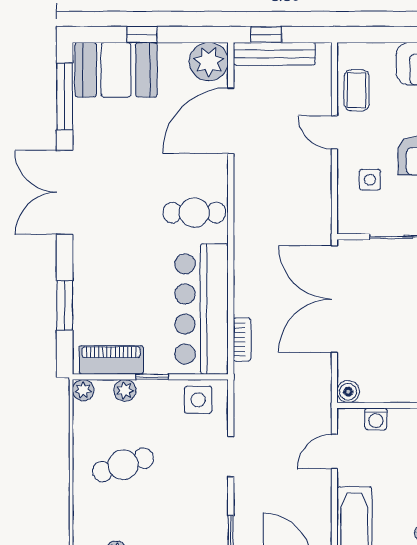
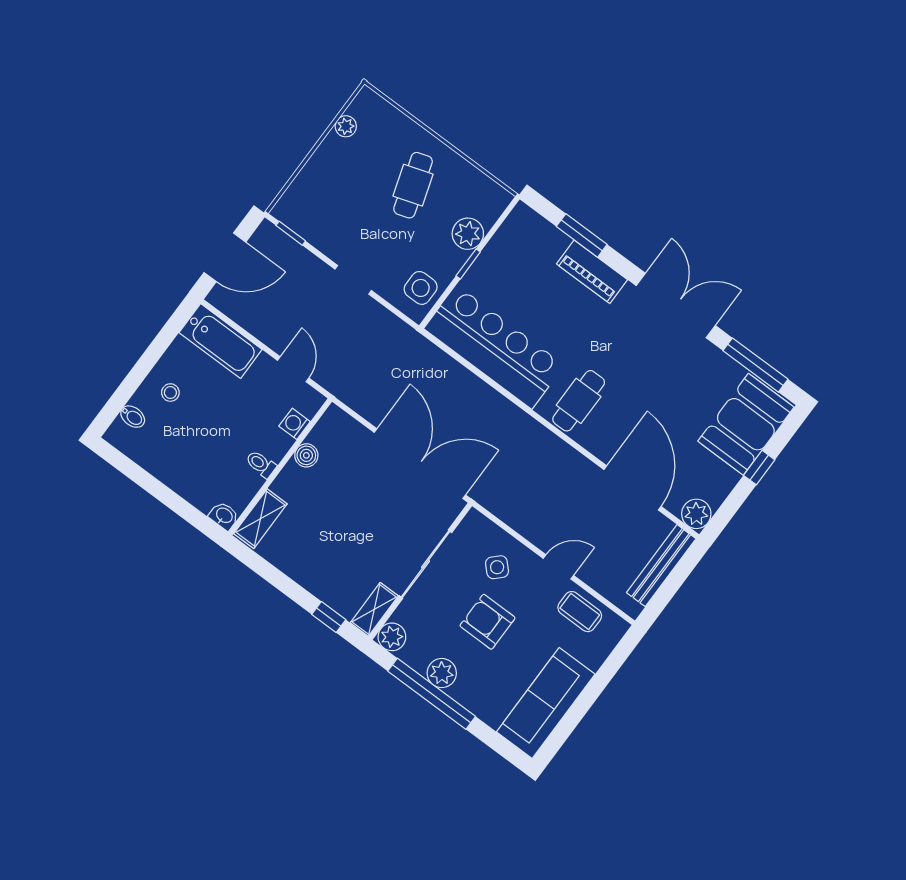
window: (266, 35) -> (682, 571), removed
plant: (209, 62) -> (696, 514), width x0.73, depth x0.73
side table: (370, 180) -> (497, 567), turned 45
bookcase: (242, 340) -> (444, 362), removed
piano: (111, 360) -> (592, 272), moved, turned 90
plant: (83, 390) -> (500, 198), removed
plant: (125, 390) -> (468, 234), width x1.38, depth x1.38
boiler: (348, 392) -> (306, 455), moved

